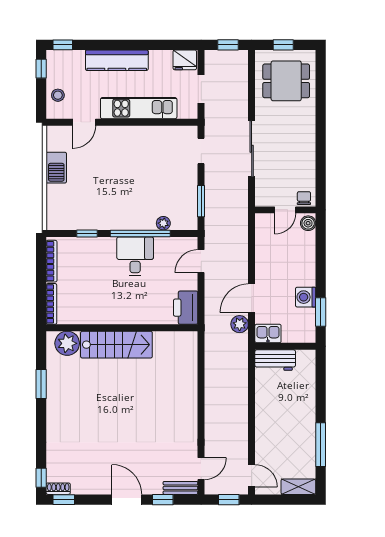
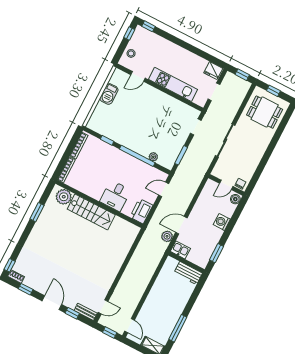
kitchen counter: (117, 60) -> (175, 51), removed
desk: (135, 256) -> (115, 196), moved, turned 180
washing machine: (306, 297) -> (222, 222), moved
workbench: (275, 360) -> (188, 273), moved
window: (64, 500) -> (26, 289), moved

